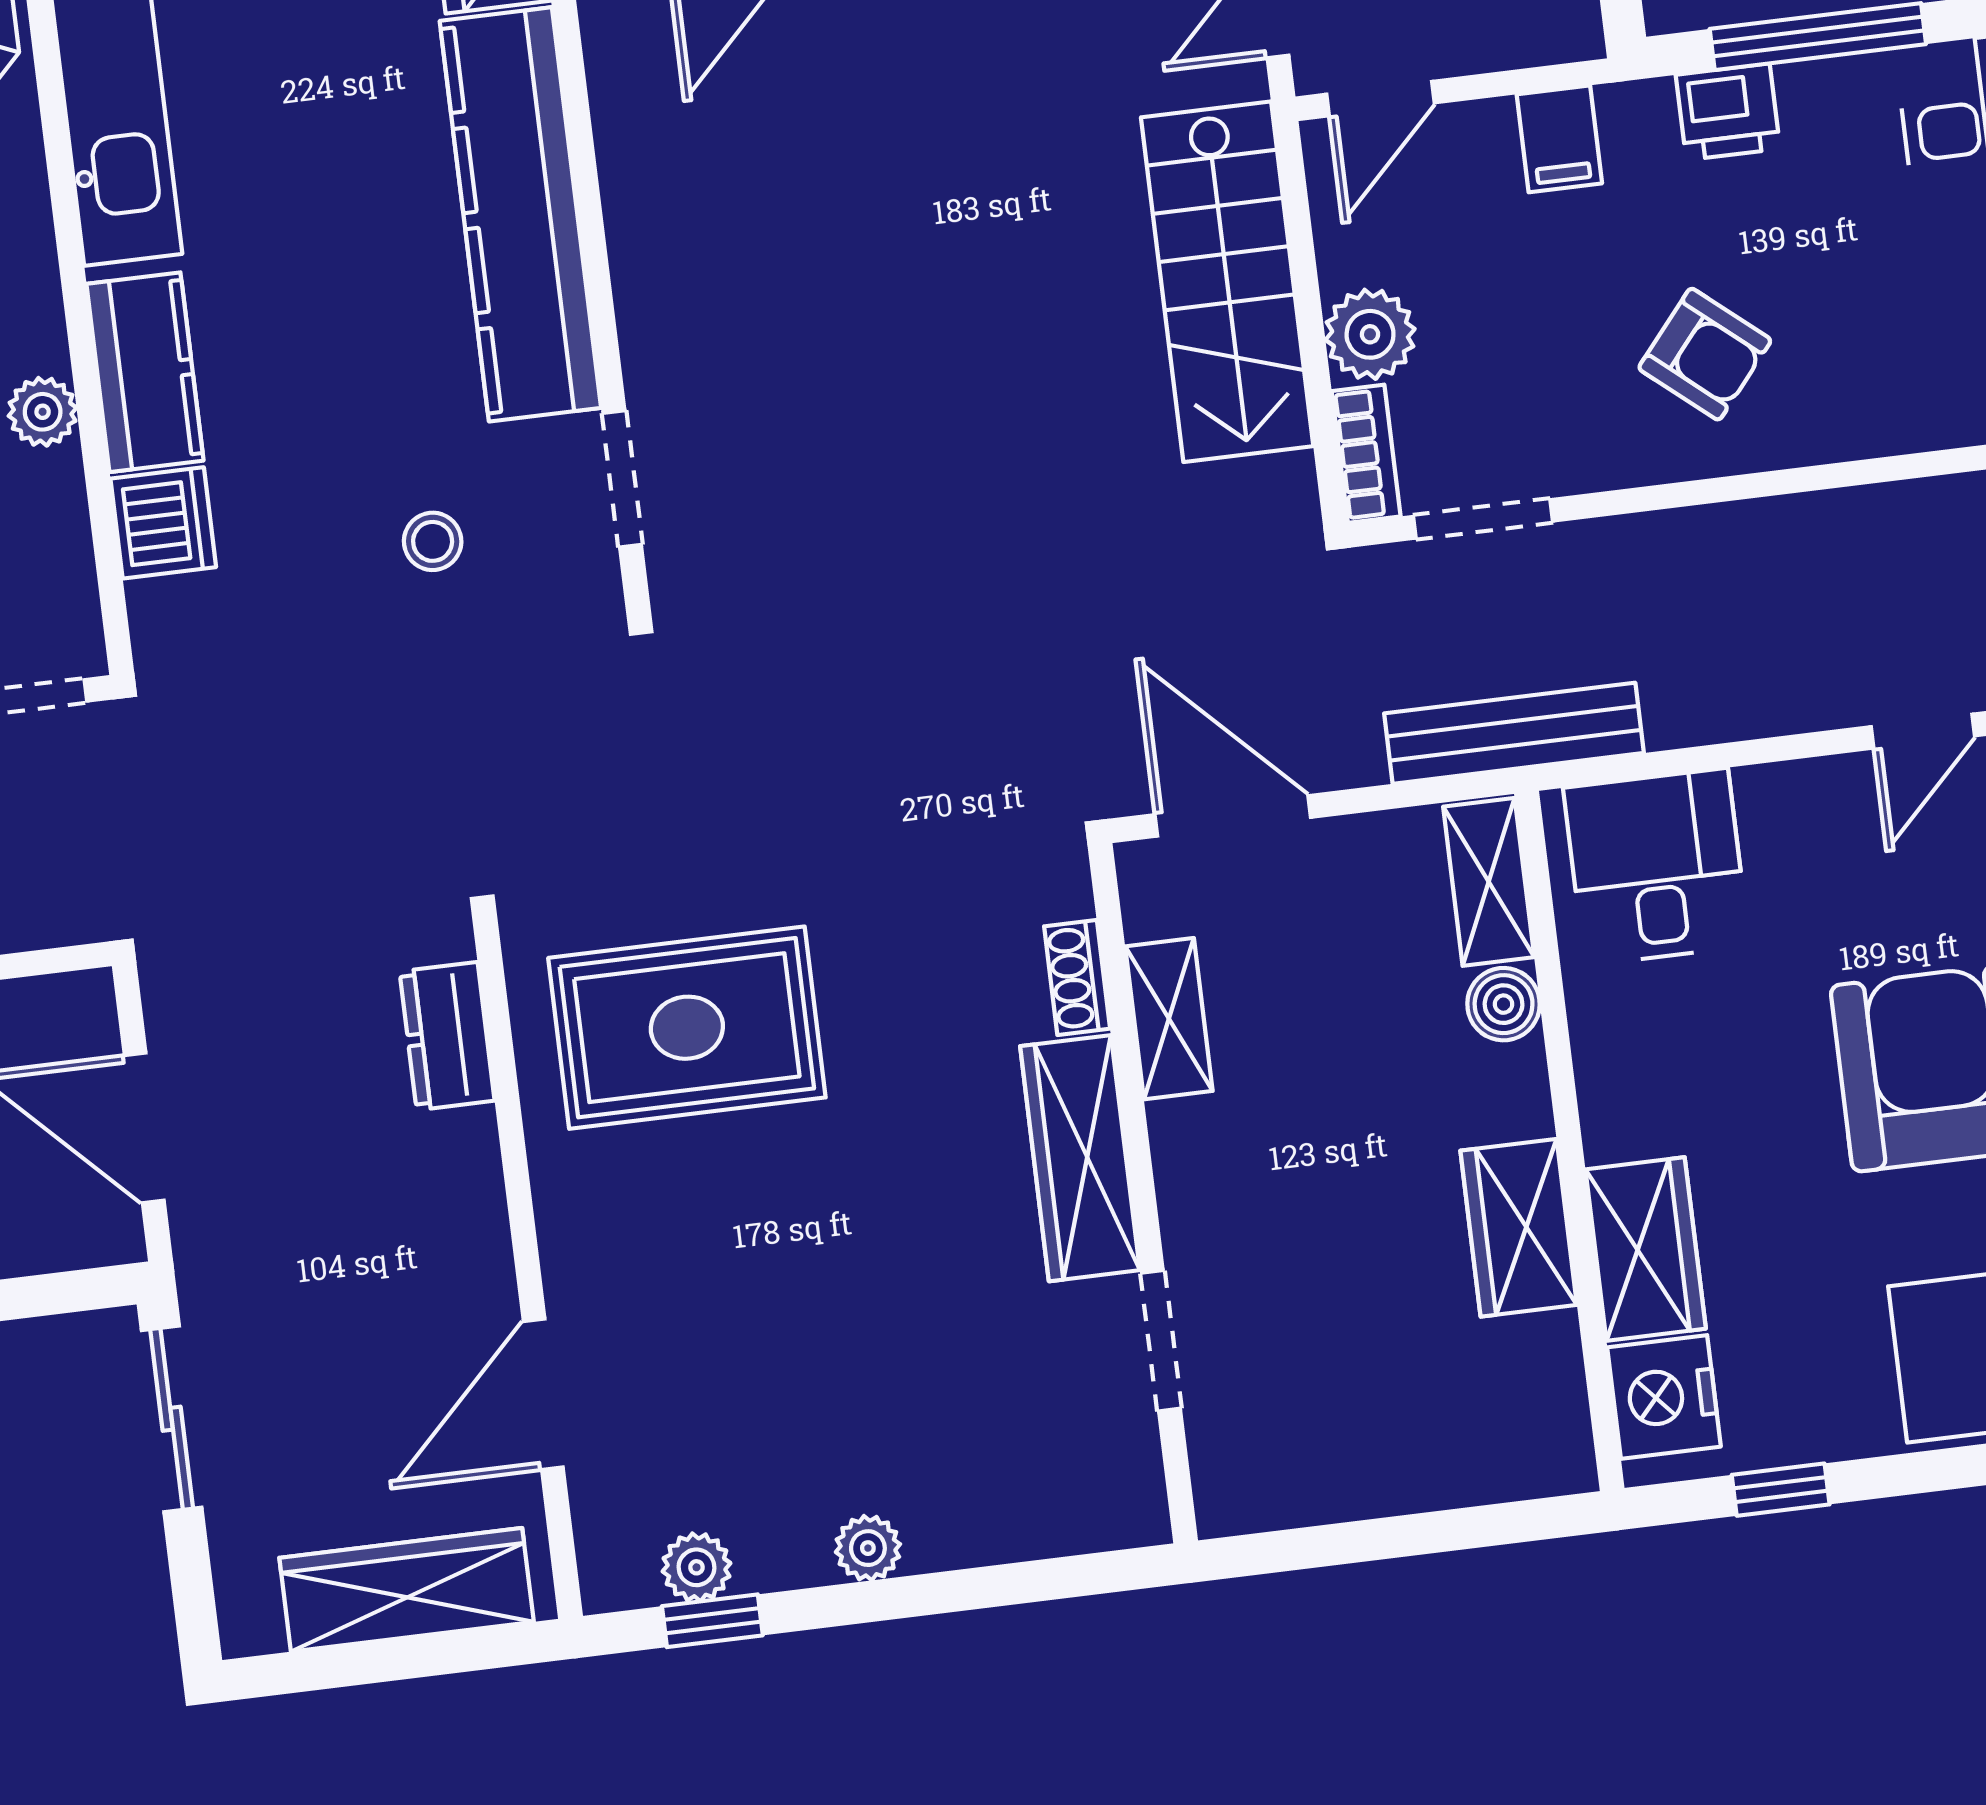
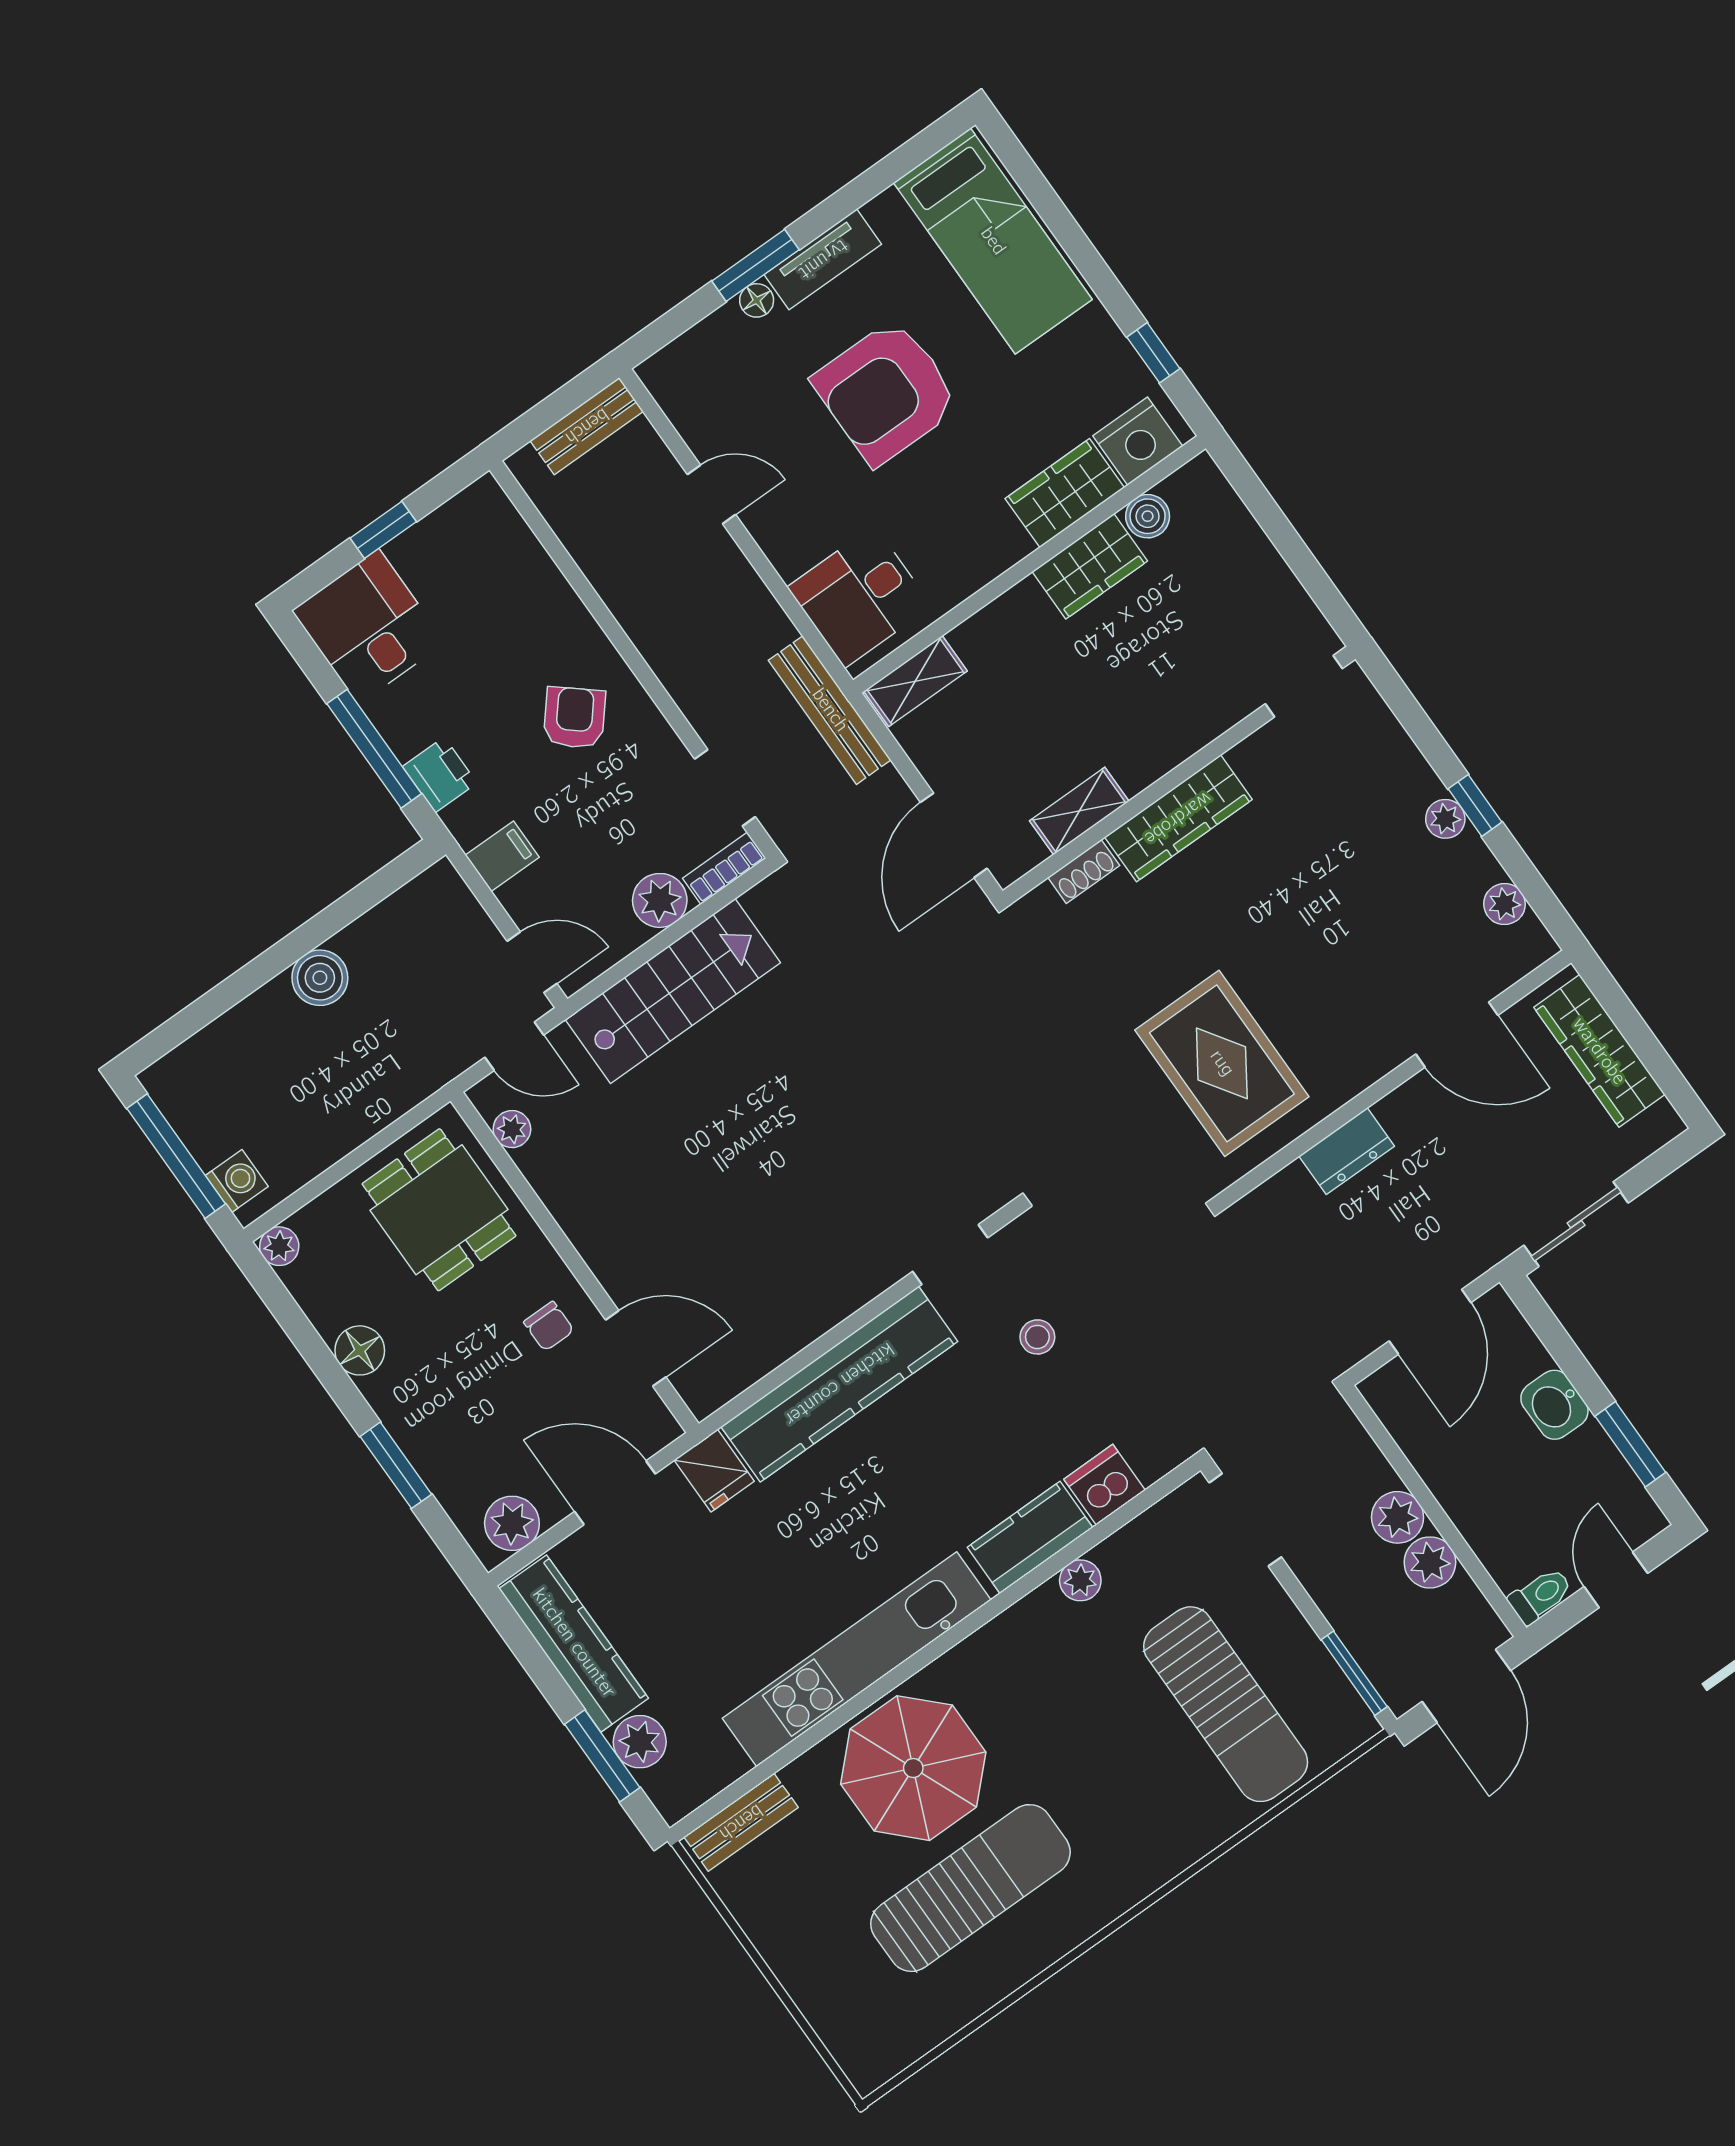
boiler: (1504, 1004) -> (1148, 516), moved
dresser: (447, 1036) -> (1347, 1151), moved
doorway: (1161, 1341) -> (1304, 686), moved
window: (712, 1621) -> (1475, 805), moved

